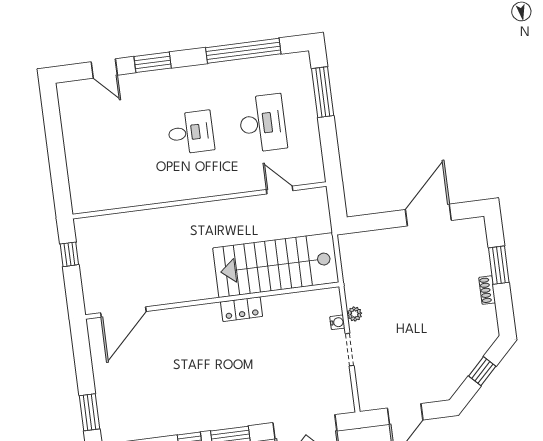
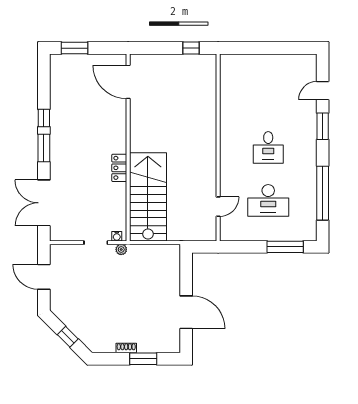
stairs: (276, 265) -> (148, 197), moved
wall: (212, 301) -> (128, 147), moved
locker: (241, 309) -> (119, 168), moved
door: (123, 312) -> (128, 82), moved

